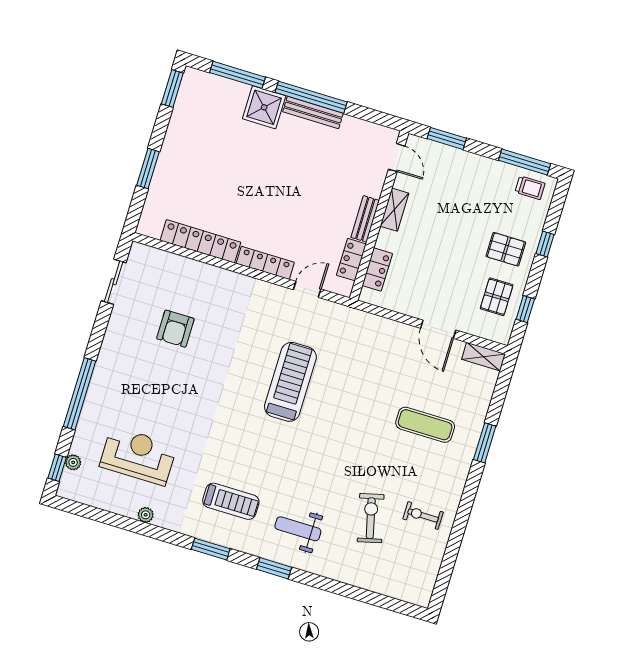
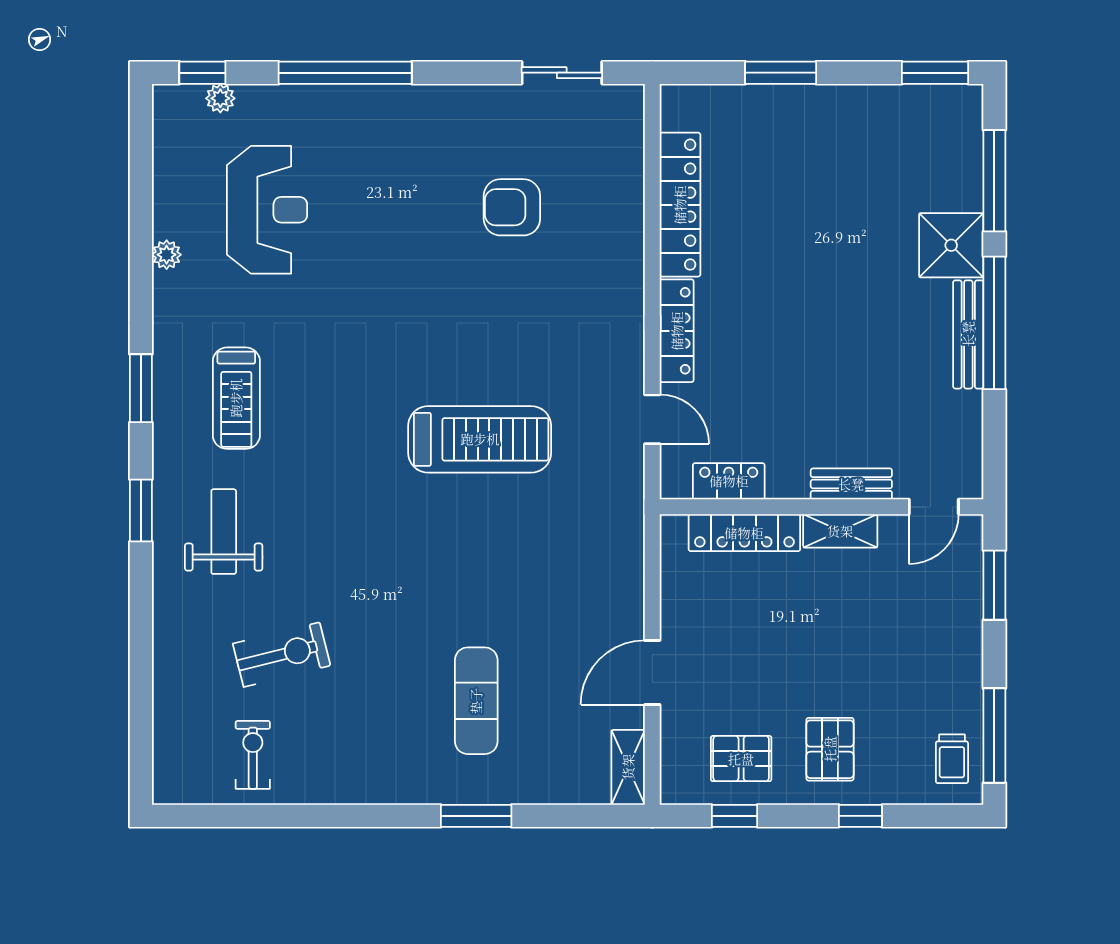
bench: (365, 219) -> (851, 484), moved
locker: (377, 269) -> (744, 533), width x1.53
exercise bike: (423, 515) -> (253, 755), moved

